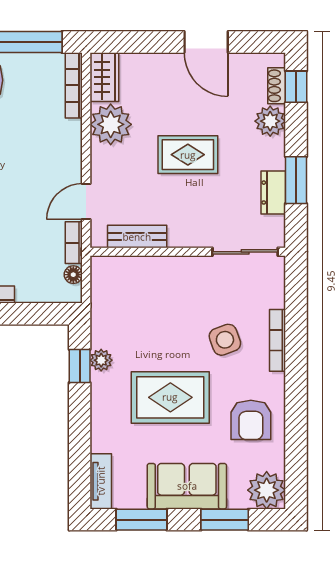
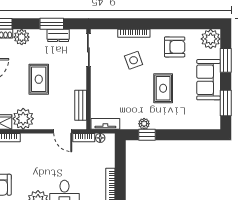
rug: (170, 397) -> (163, 88), width x0.73, depth x0.70
tv unit: (101, 481) -> (105, 124), moved

